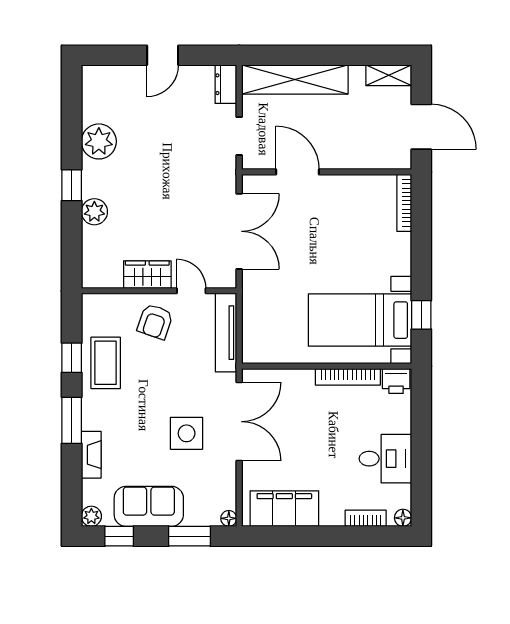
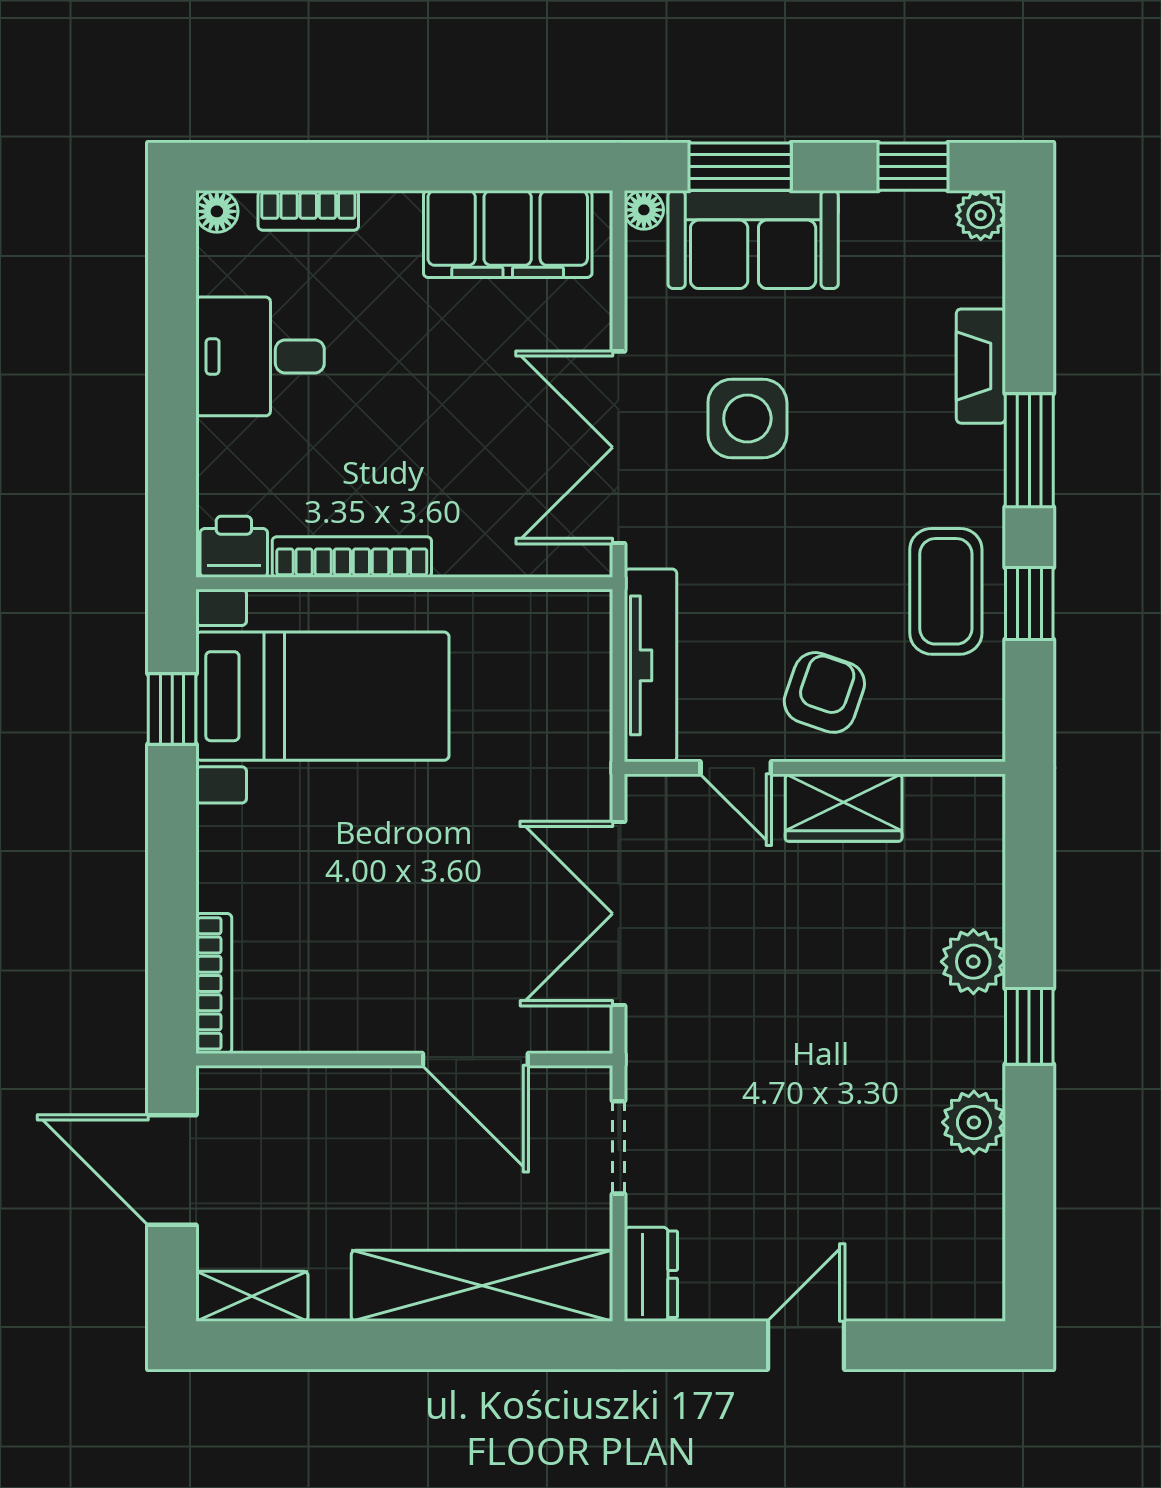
plant: (99, 141) -> (974, 1122), width x0.73, depth x0.73
sofa: (149, 506) -> (753, 240), moved

